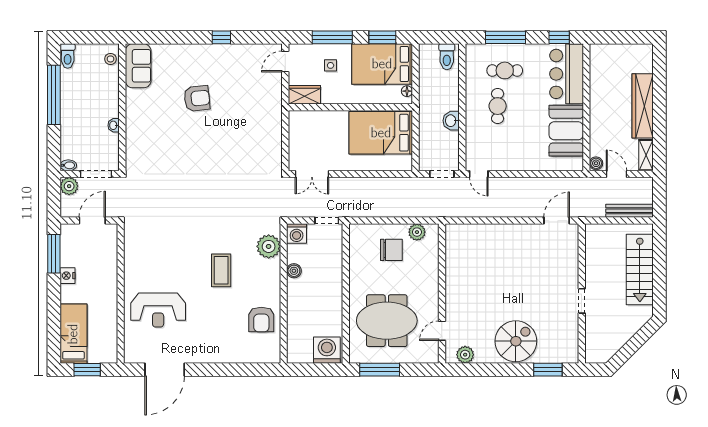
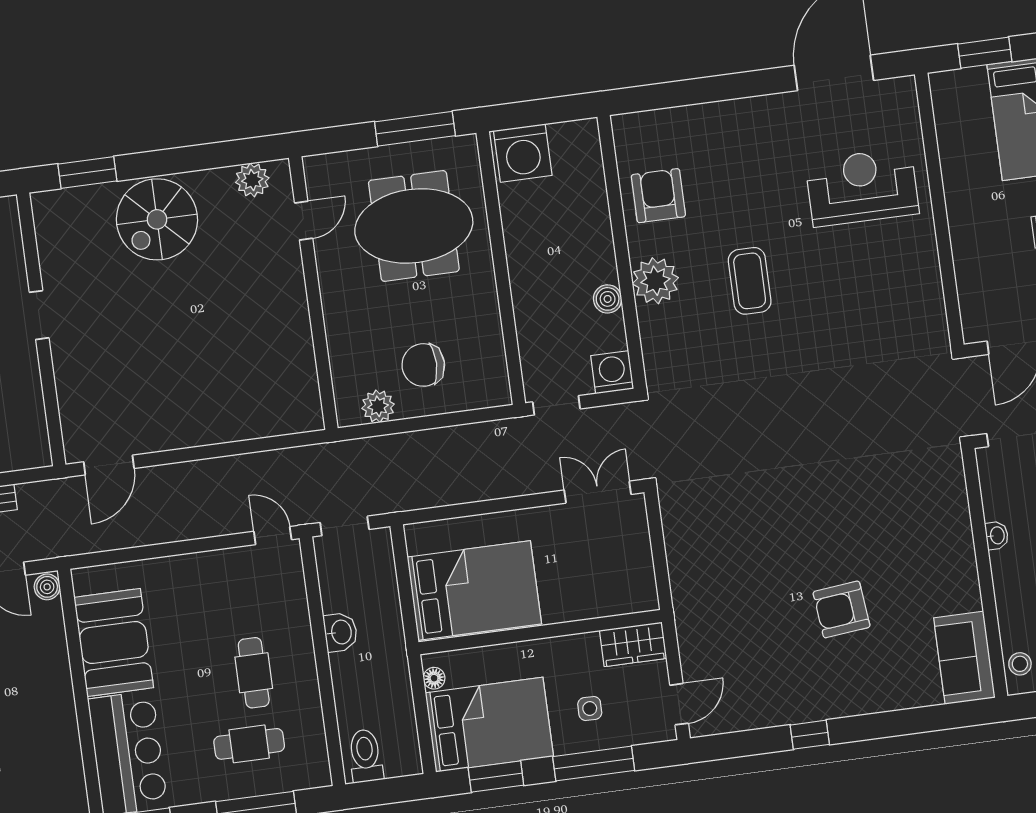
plant: (269, 246) -> (655, 281), moved

